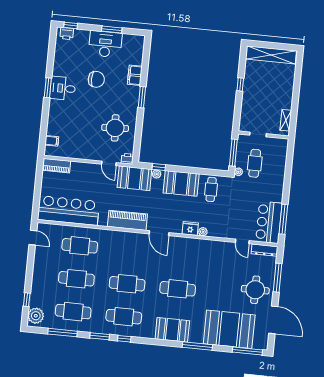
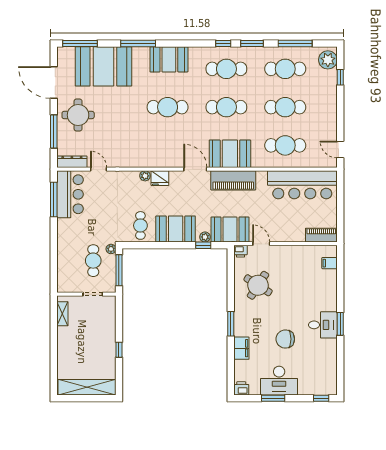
printer: (67, 34) -> (241, 388), moved
round table: (115, 128) -> (258, 285), turned 36
booth: (128, 243) -> (230, 154), added

